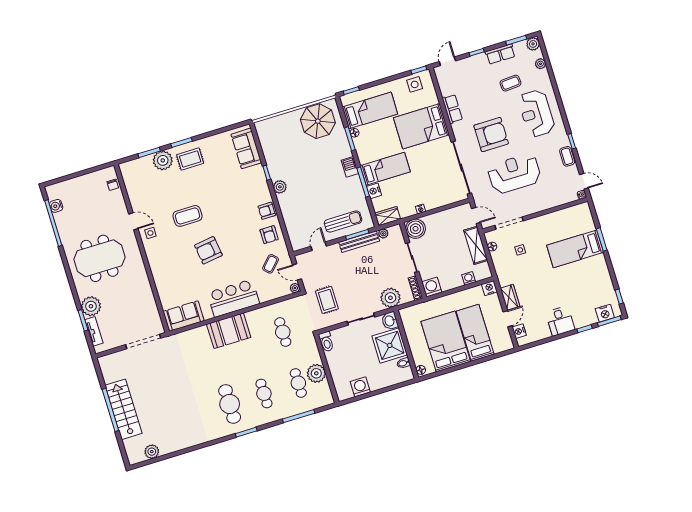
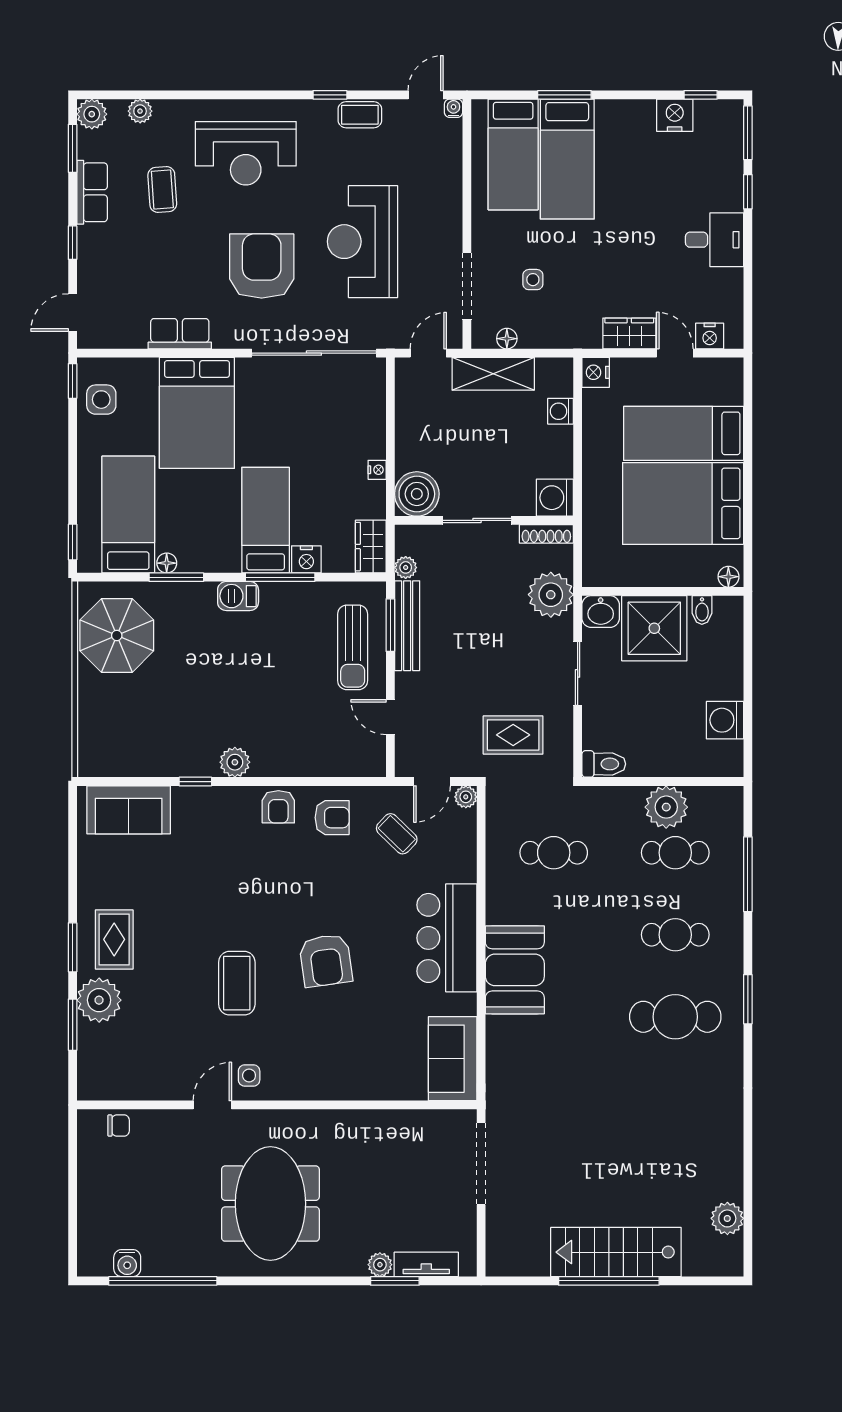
door: (447, 61) -> (73, 313), hinge flipped
sun lounger: (343, 222) -> (353, 647), turned 180
bed: (570, 226) -> (513, 154), added
plant: (91, 306) -> (380, 1265), width x0.53, depth x0.53
nightstand: (605, 313) -> (675, 115), moved, turned -90

